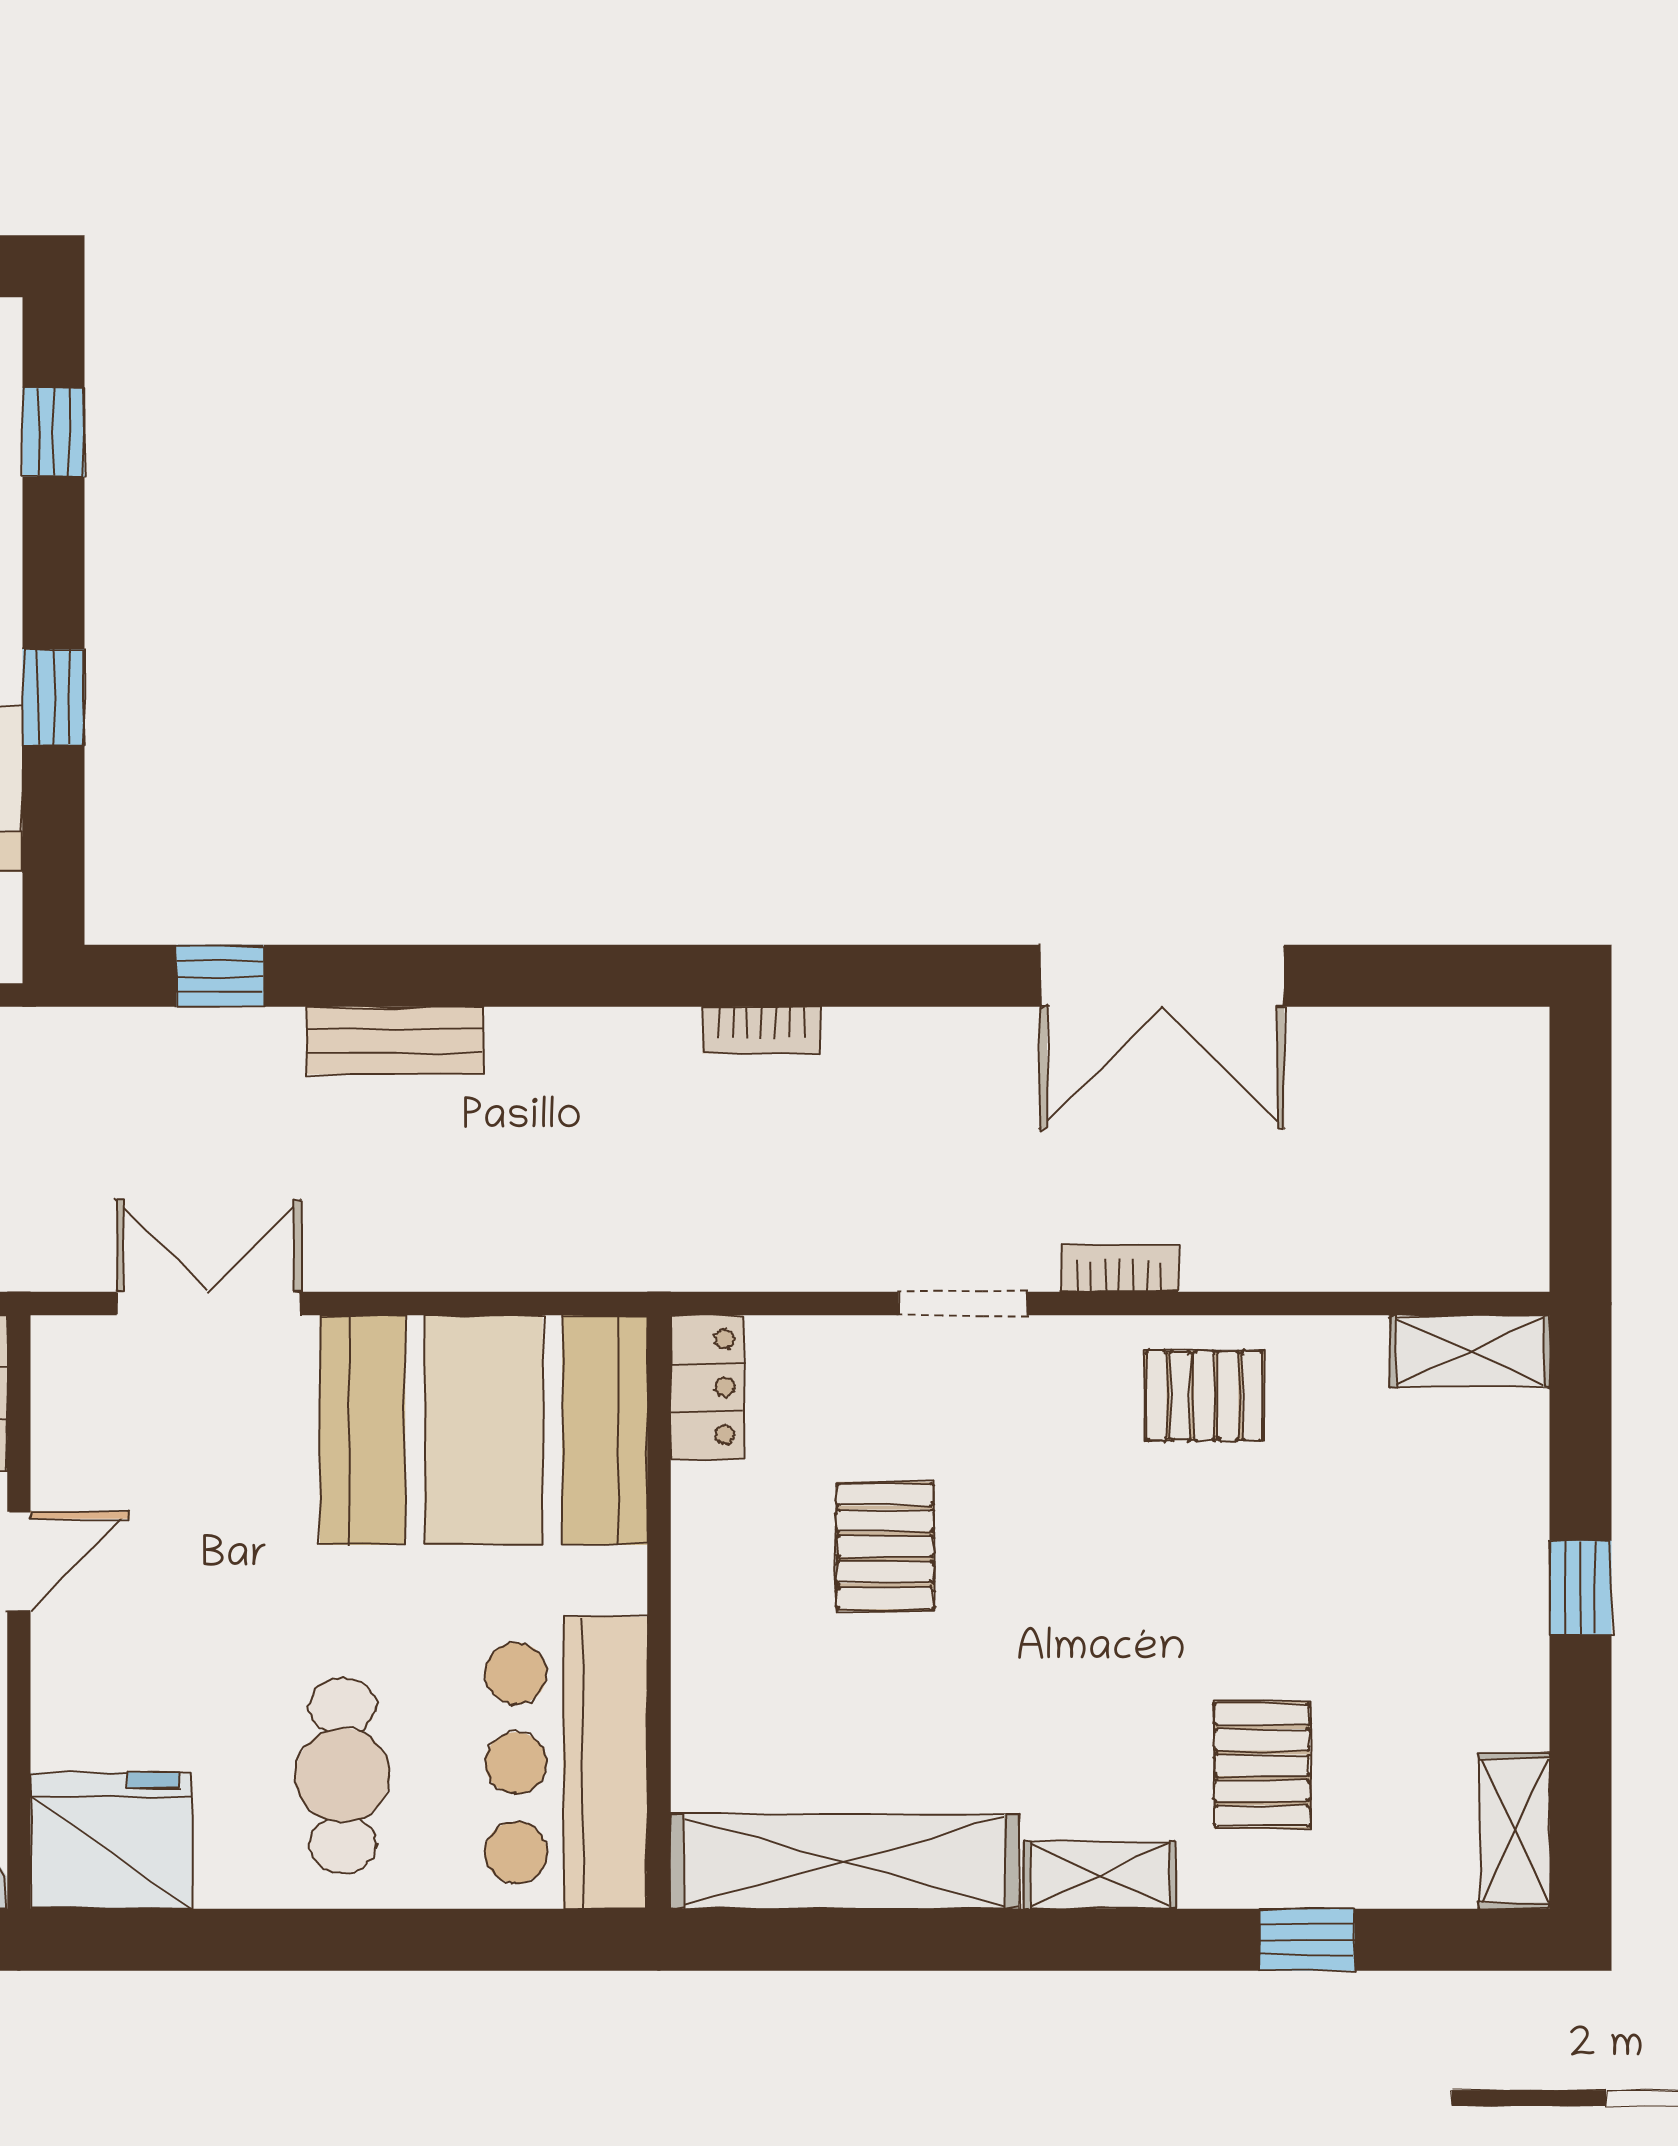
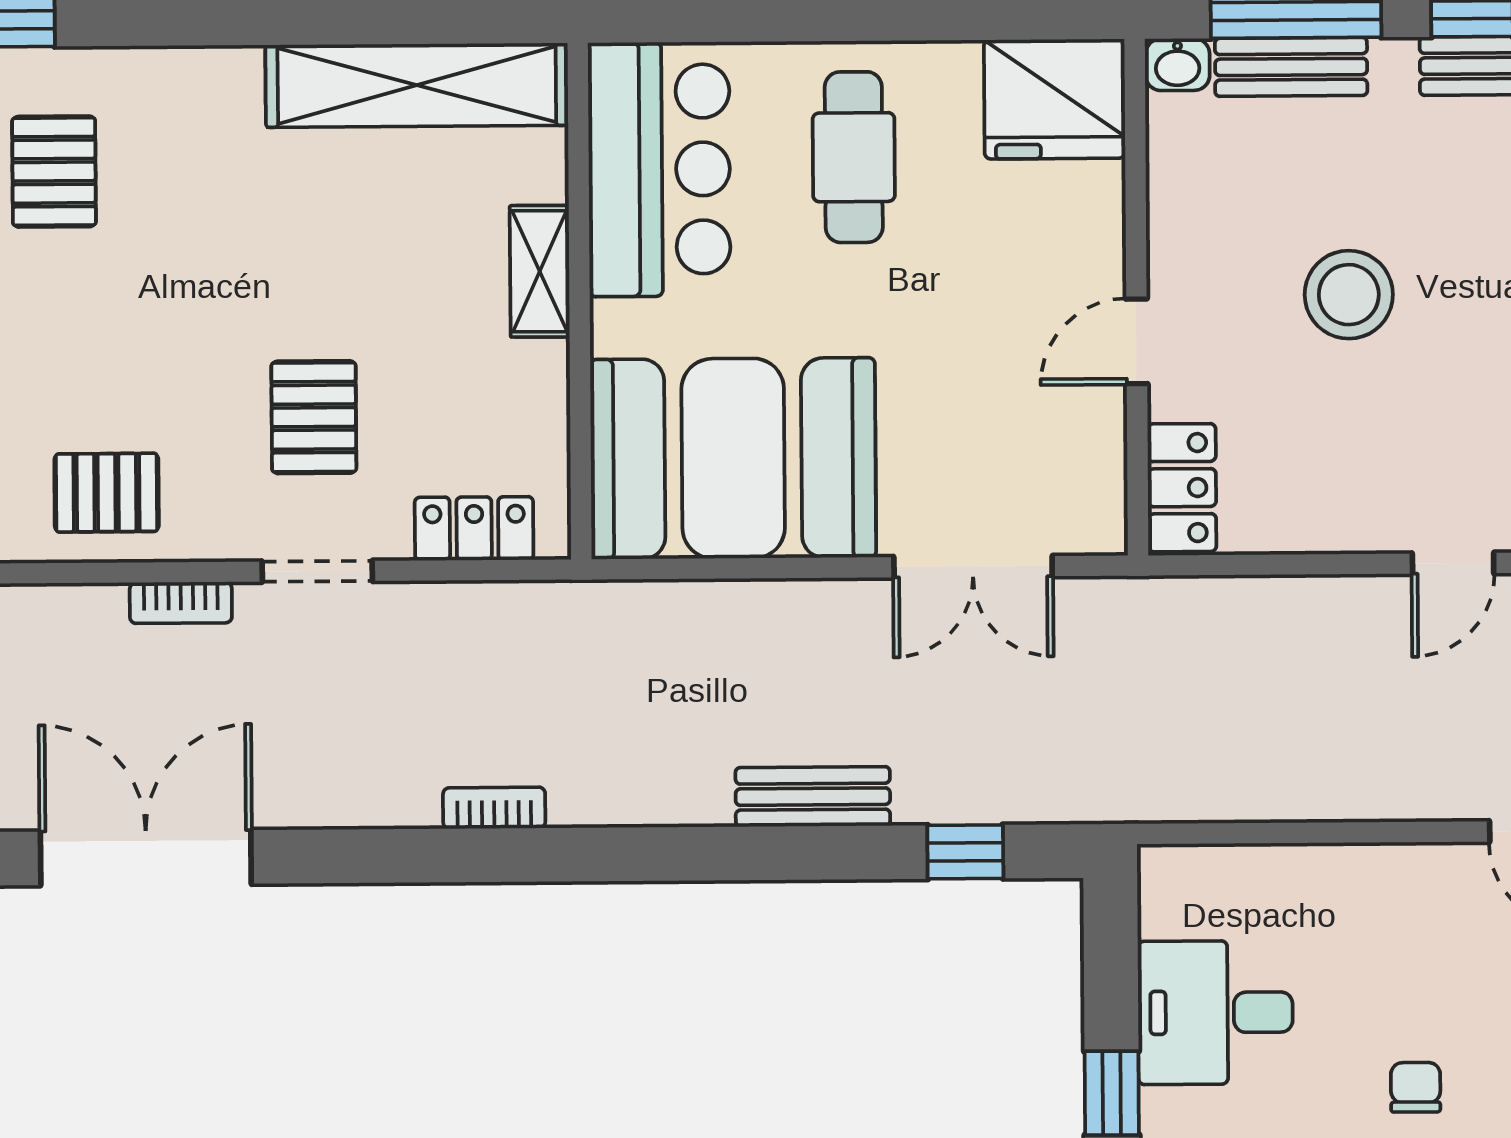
locker: (707, 1387) -> (474, 529), moved, turned 90
pallet: (885, 1546) -> (314, 417), moved
shelving: (1100, 1875) -> (540, 271), moved, turned 90

